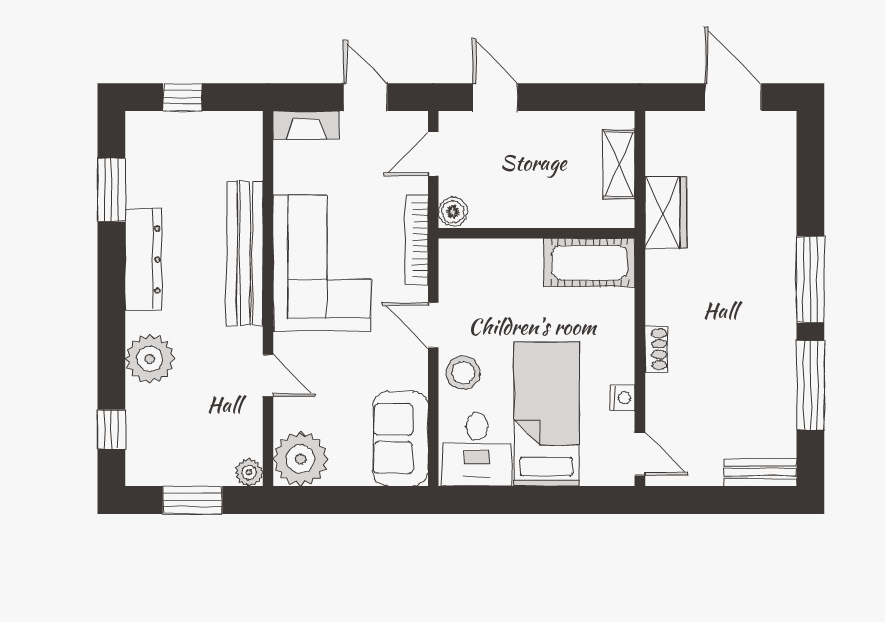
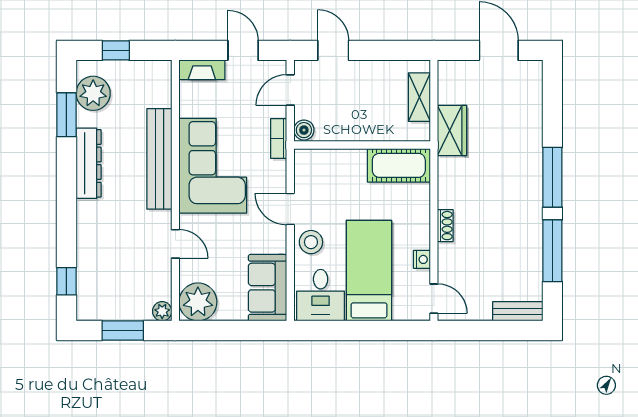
bookcase: (417, 240) -> (279, 138), width x0.64
plant: (150, 359) -> (93, 93), moved

